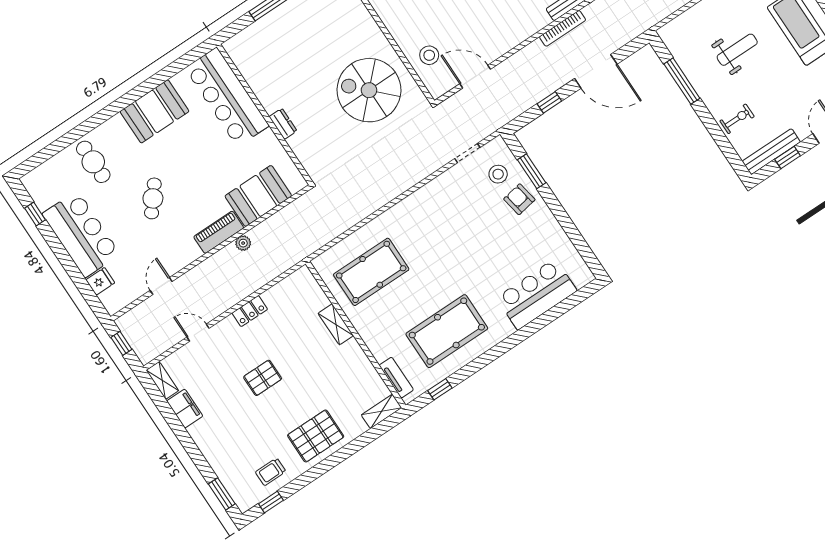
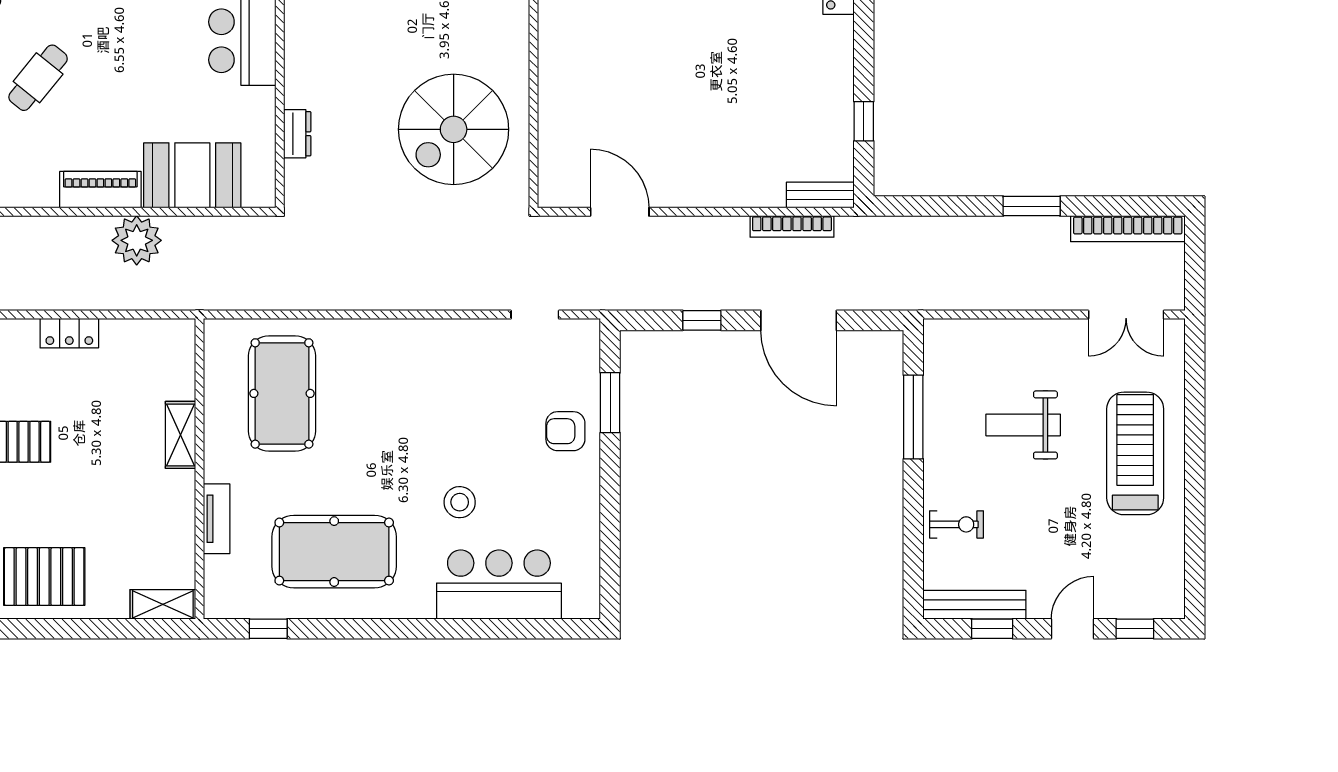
weight bench: (737, 50) -> (1023, 425), turned 180
stool: (429, 55) -> (574, 137), removed
spiral stairs: (369, 90) -> (454, 129), turned -90
dresser: (283, 124) -> (297, 134), moved
stool: (498, 174) -> (460, 502), moved
armchair: (519, 199) -> (565, 431), turned -80
plant: (243, 243) -> (137, 240), width x1.88, depth x1.88
pool table: (371, 272) -> (282, 393), turned 90
tv unit: (396, 378) -> (217, 519), moved

